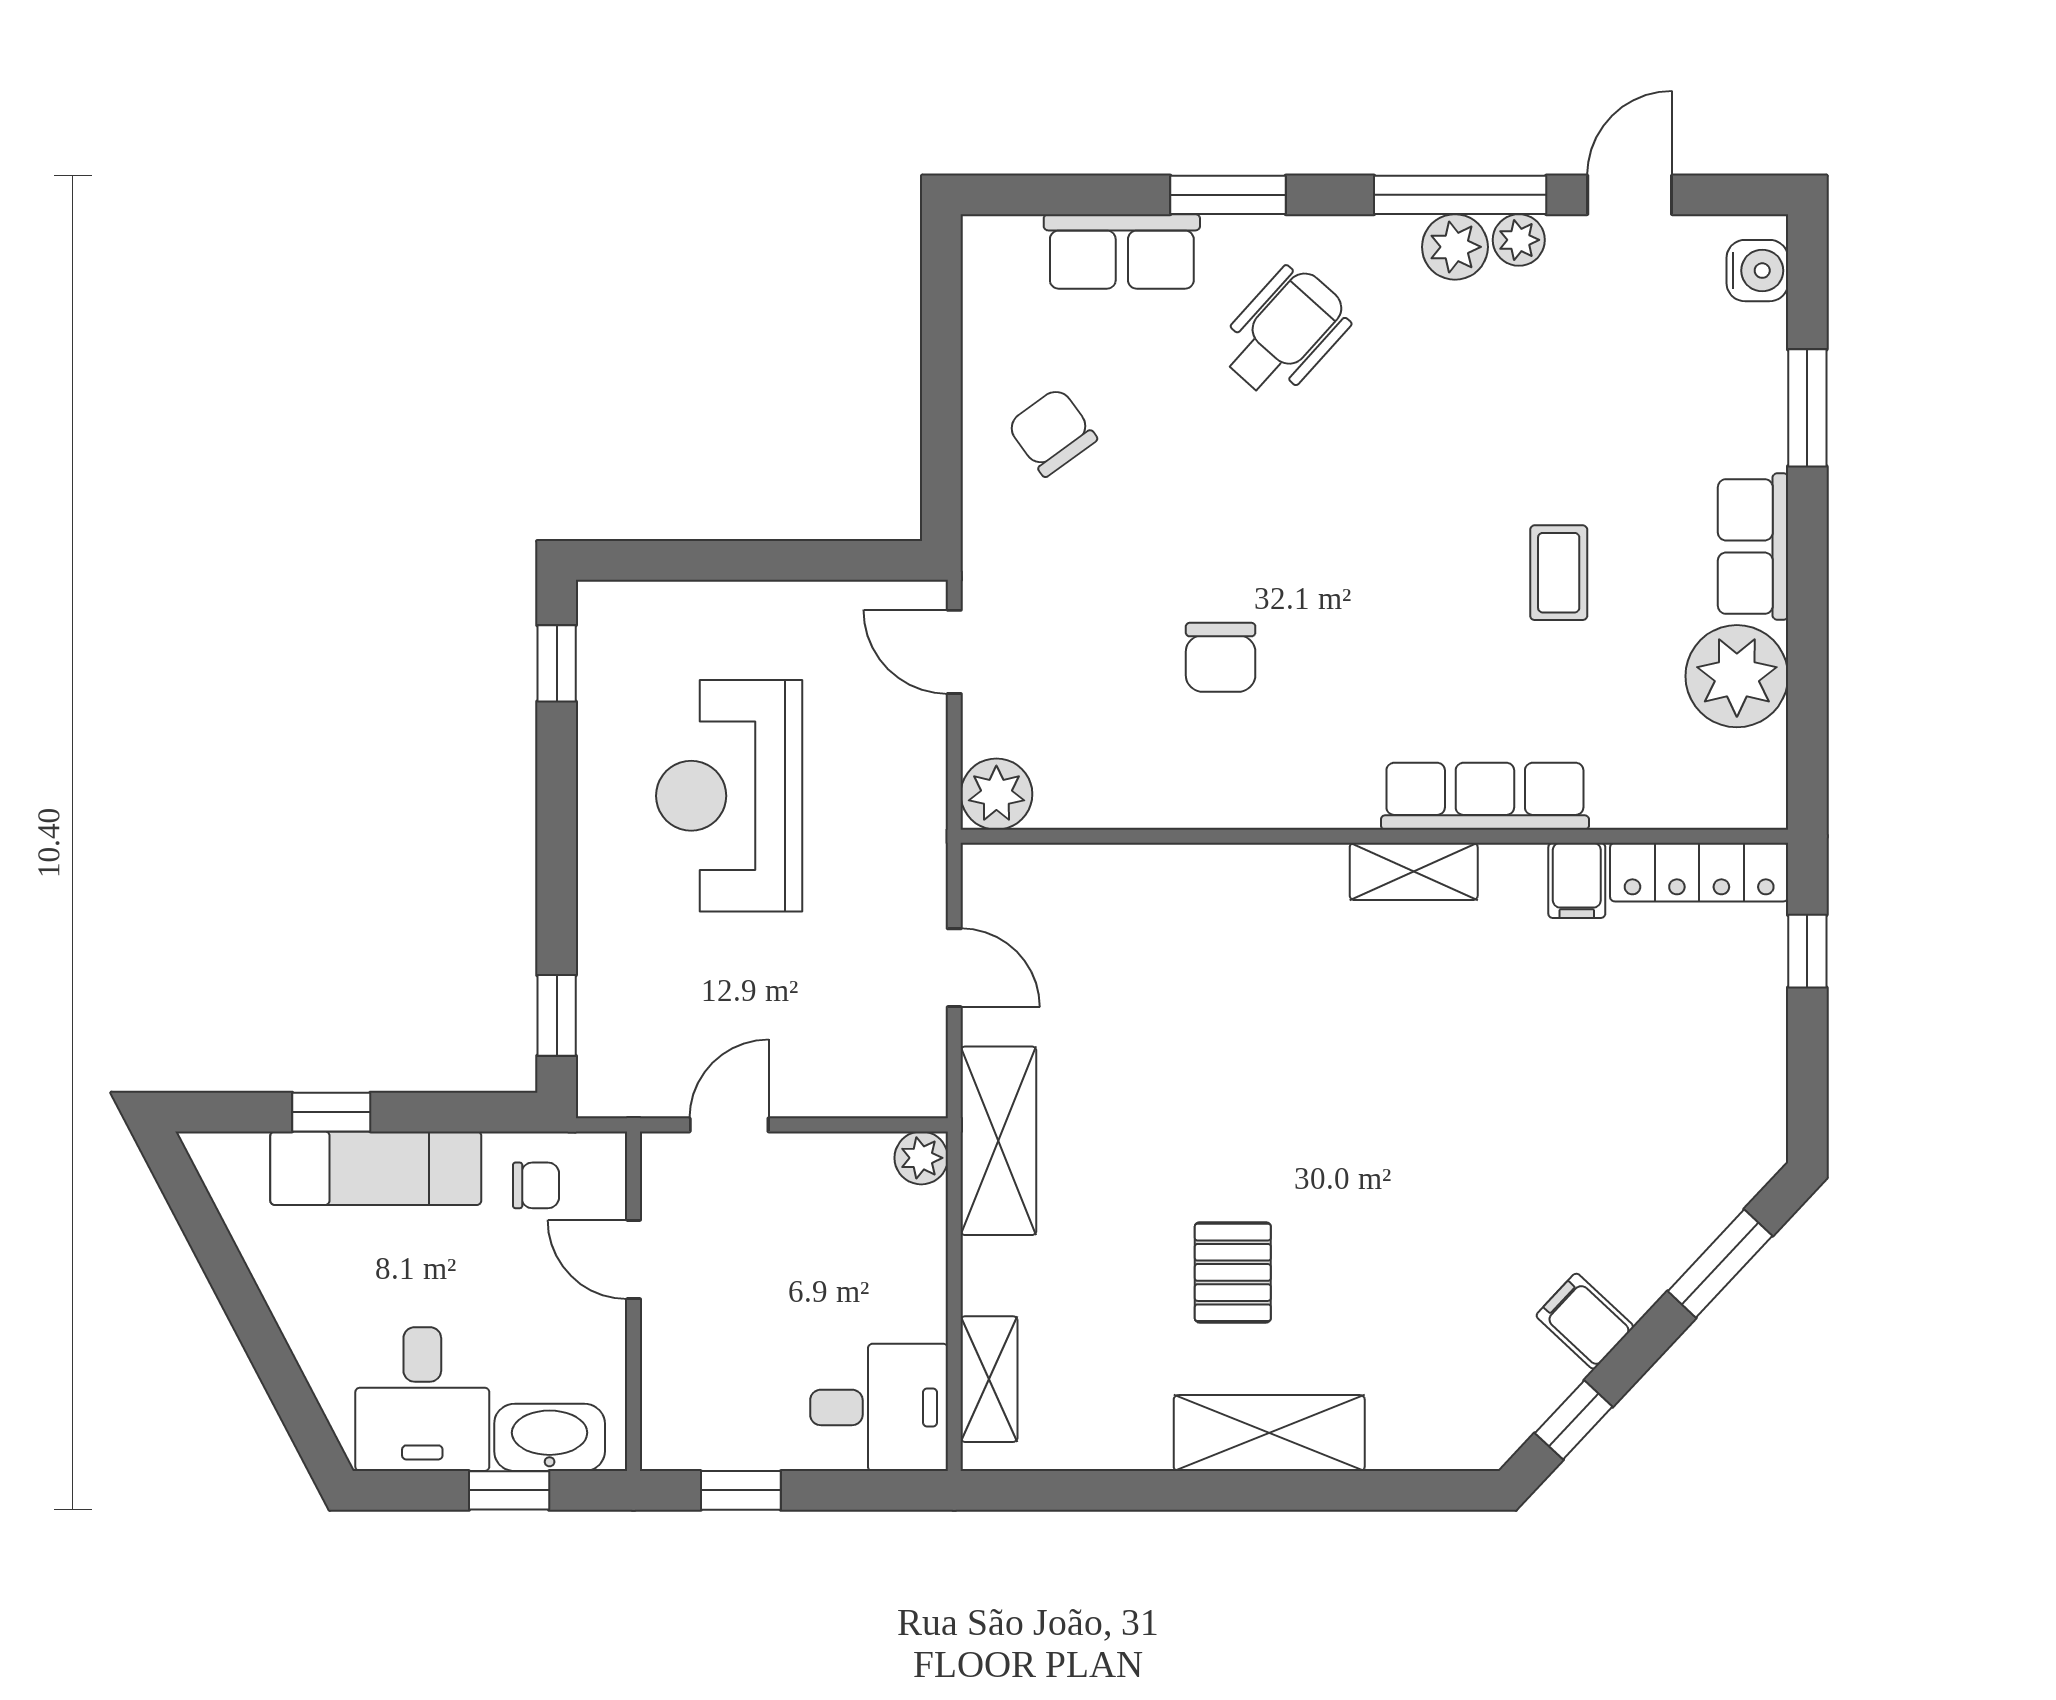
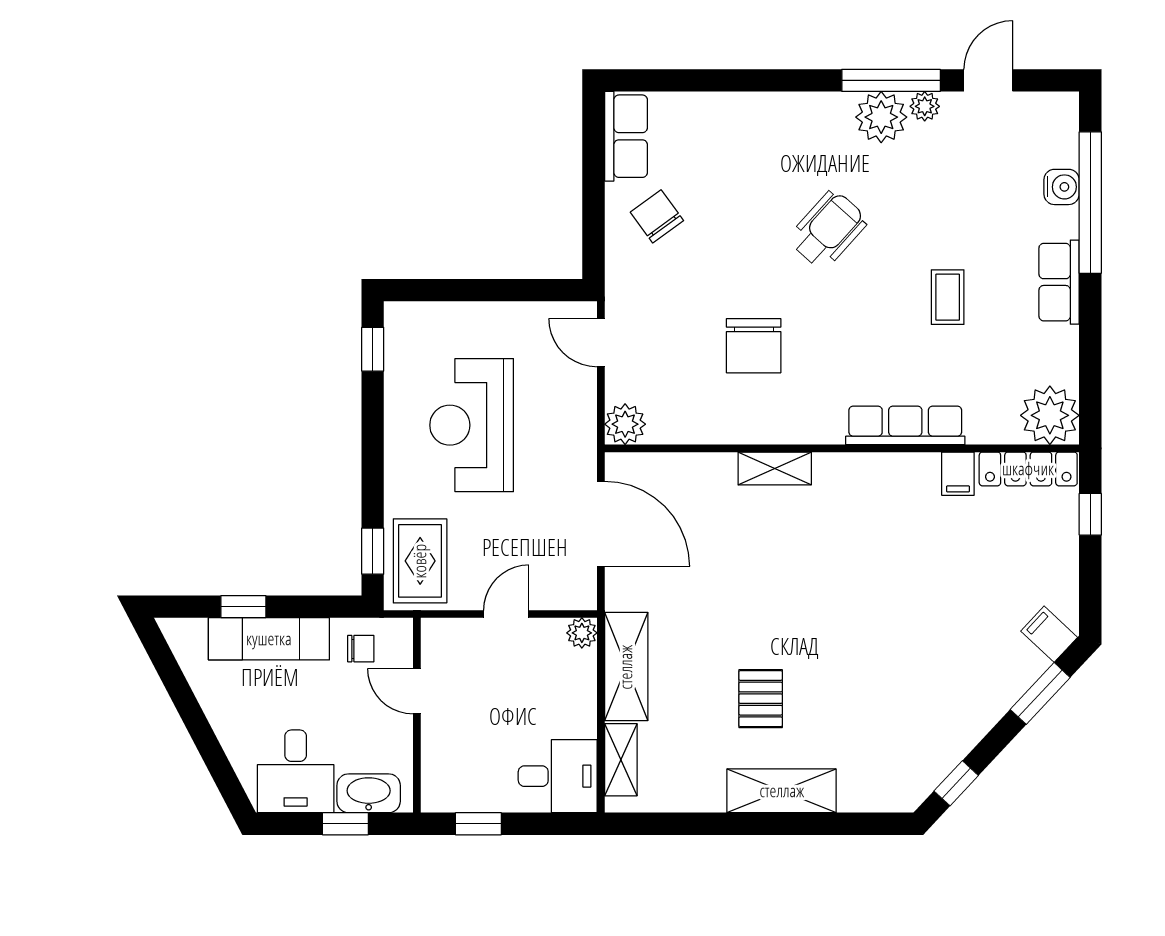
window: (1228, 195) -> (758, 80), removed
plant: (1455, 247) -> (881, 117), width x1.36, depth x1.36
row of seats: (1122, 251) -> (626, 136), moved, turned -90
water cooler: (1757, 271) -> (1062, 187), moved
wheelchair: (1284, 332) -> (828, 230), moved
window: (1807, 408) -> (1090, 203), width x2.11
chair: (1221, 657) -> (754, 346), width x1.37, depth x1.37
plant: (1737, 676) -> (1050, 415), moved
shelving: (1414, 871) -> (775, 469), moved
door: (954, 968) -> (601, 524), width x1.87
rug: (639, 1032) -> (420, 561), added
door: (729, 1125) -> (506, 614), moved
shelving: (998, 1141) -> (626, 667), moved
filing cabinet: (1585, 1321) -> (1049, 634), moved

